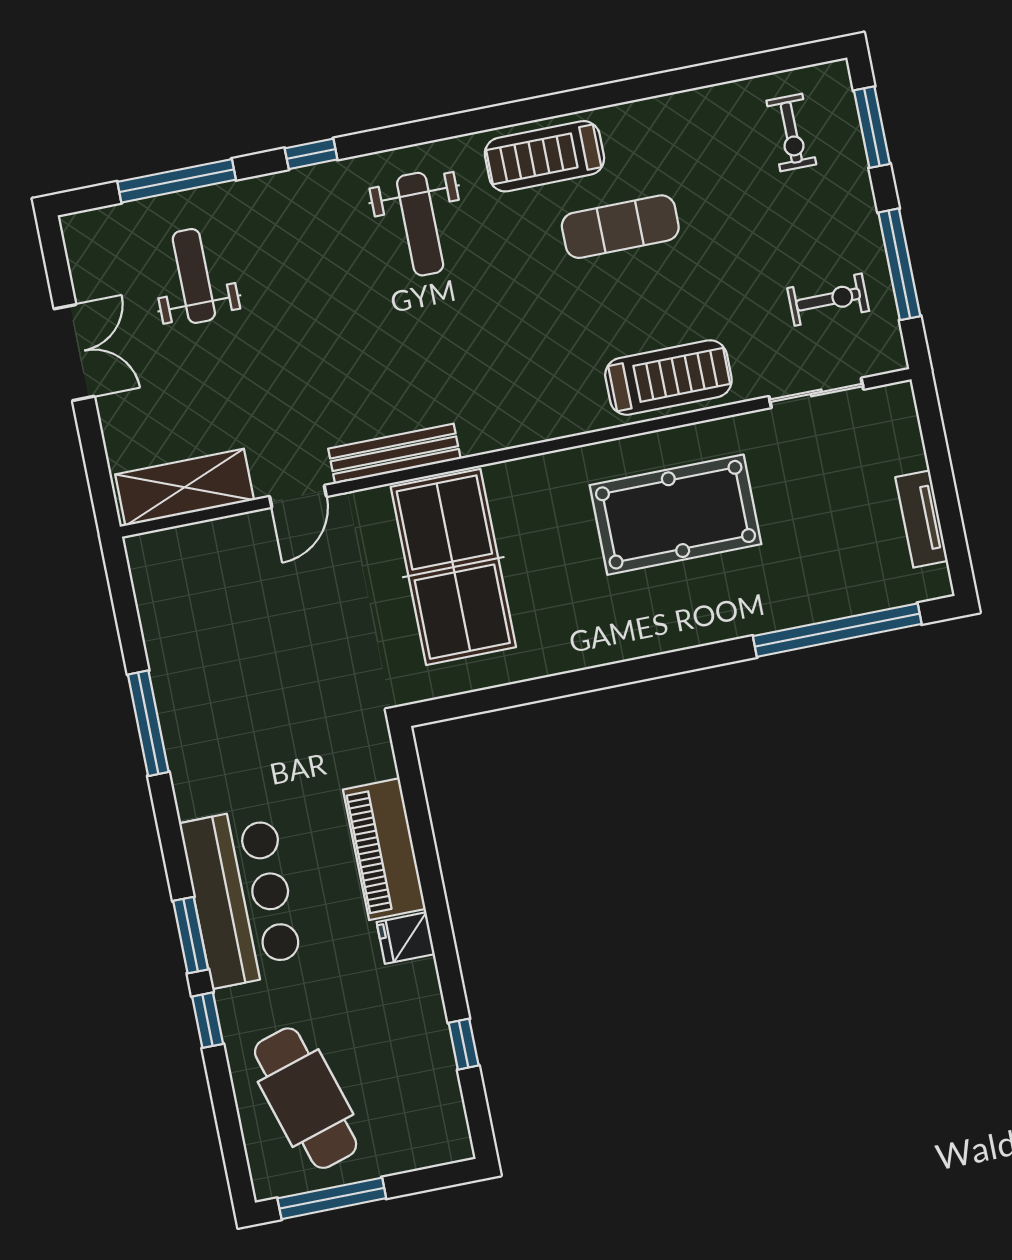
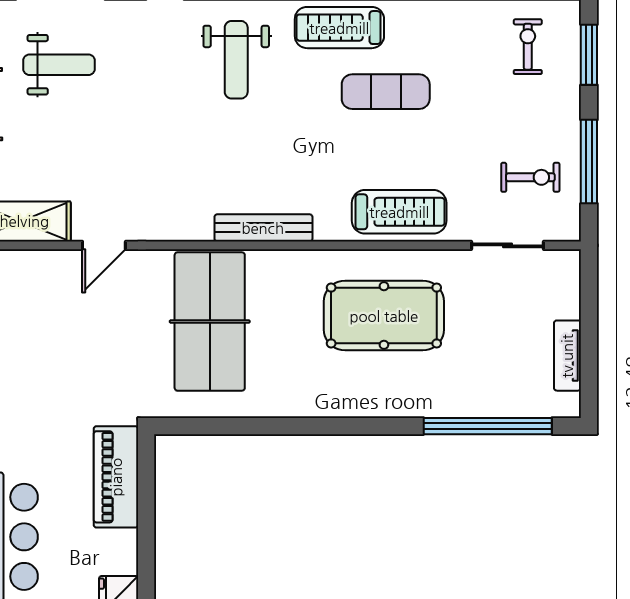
exercise bike: (791, 132) -> (528, 47), turned 180
weight bench: (194, 276) -> (59, 65), turned 90
bench: (394, 454) -> (263, 228), moved
piano: (384, 849) -> (116, 477), moved

